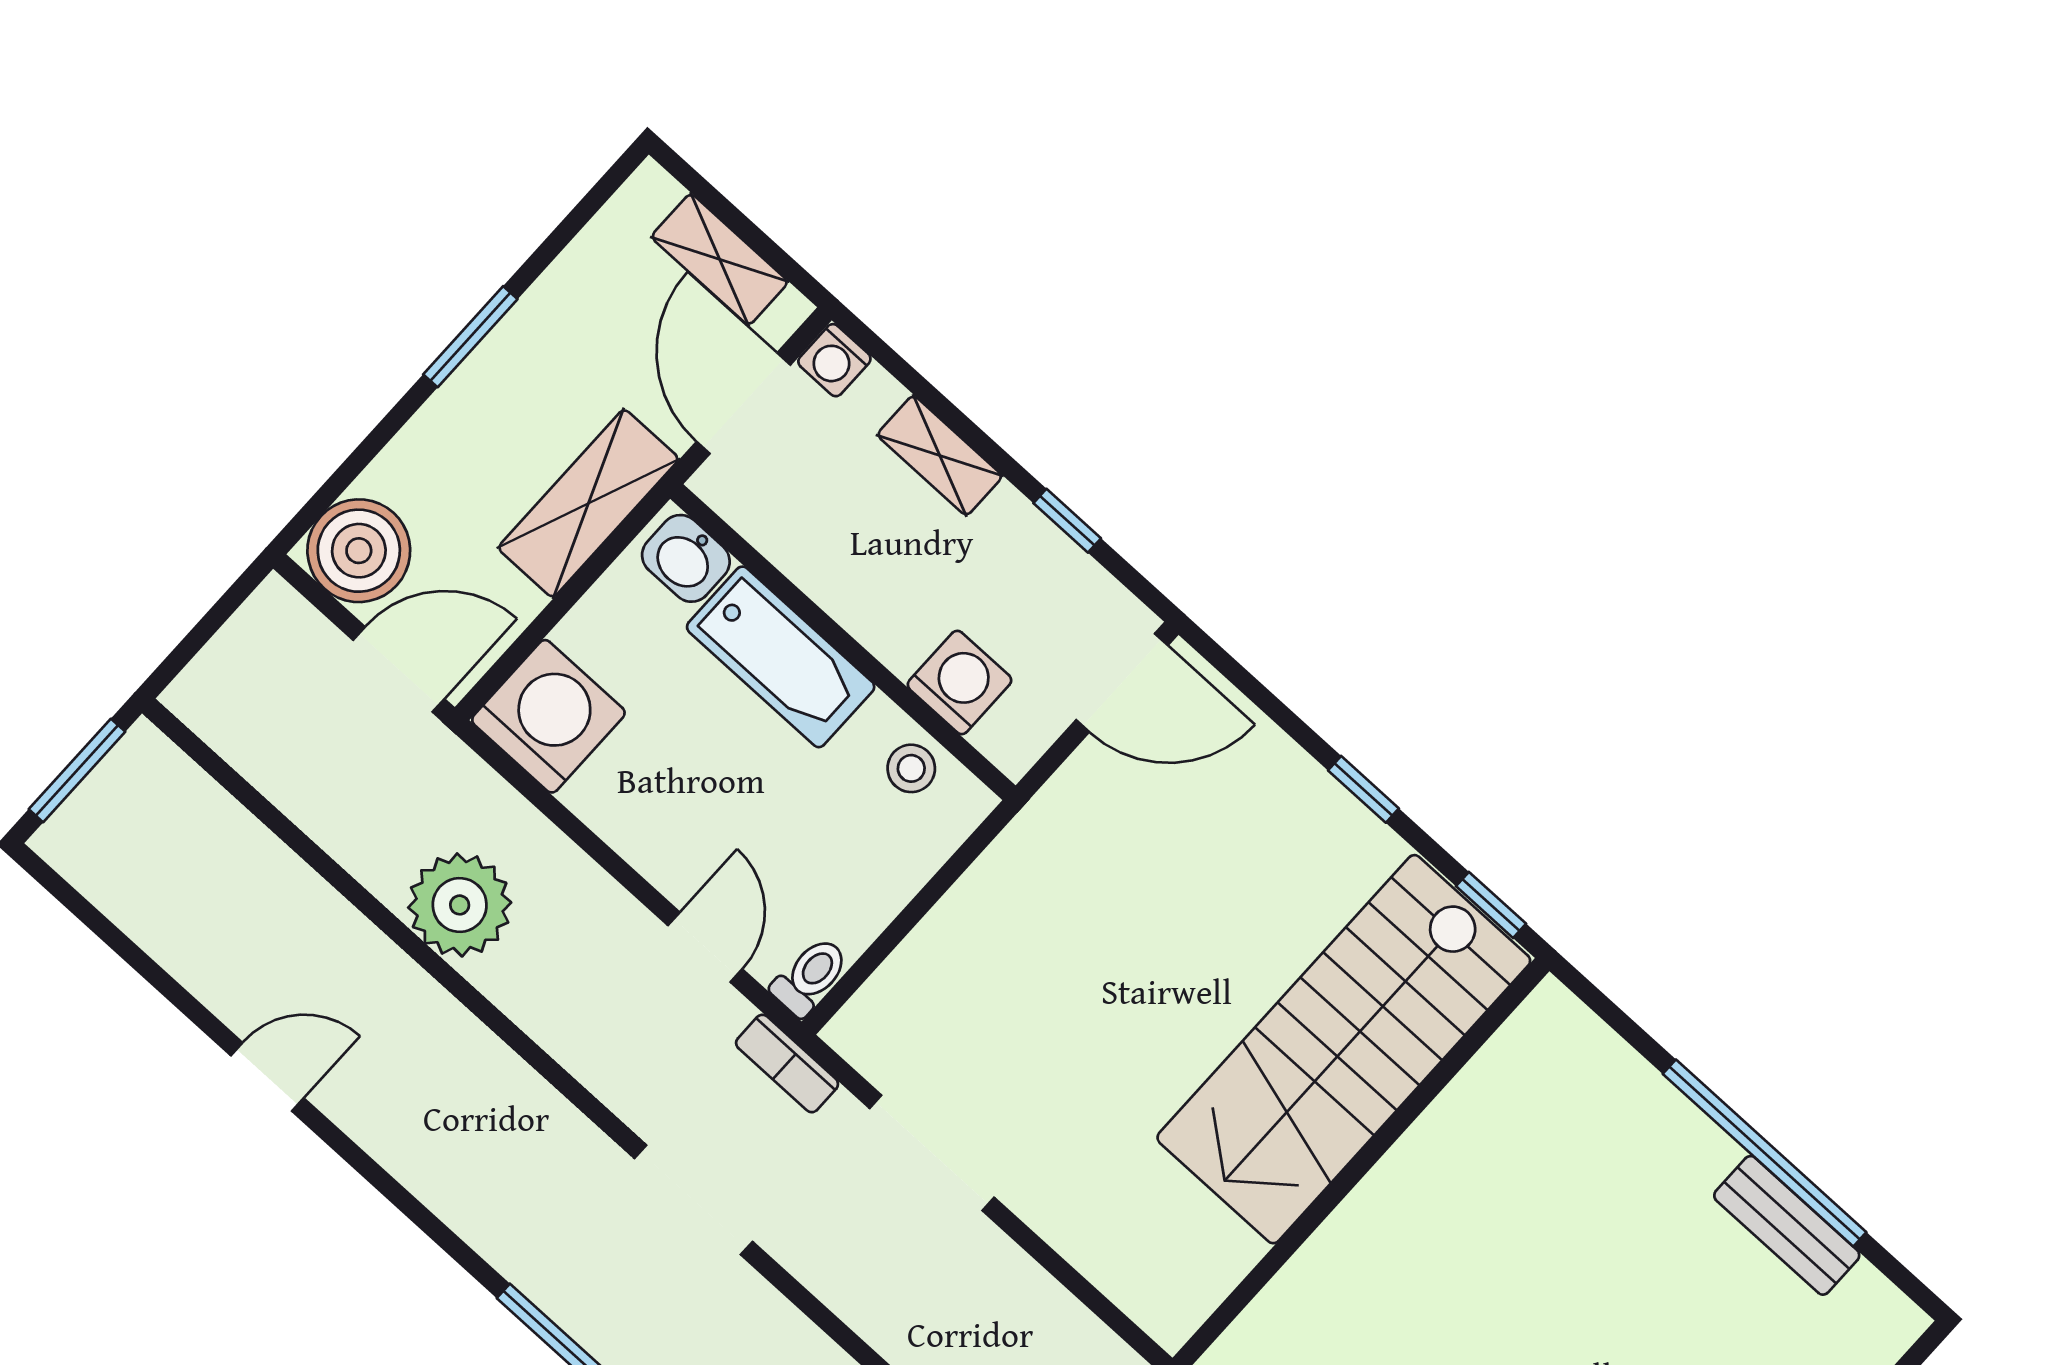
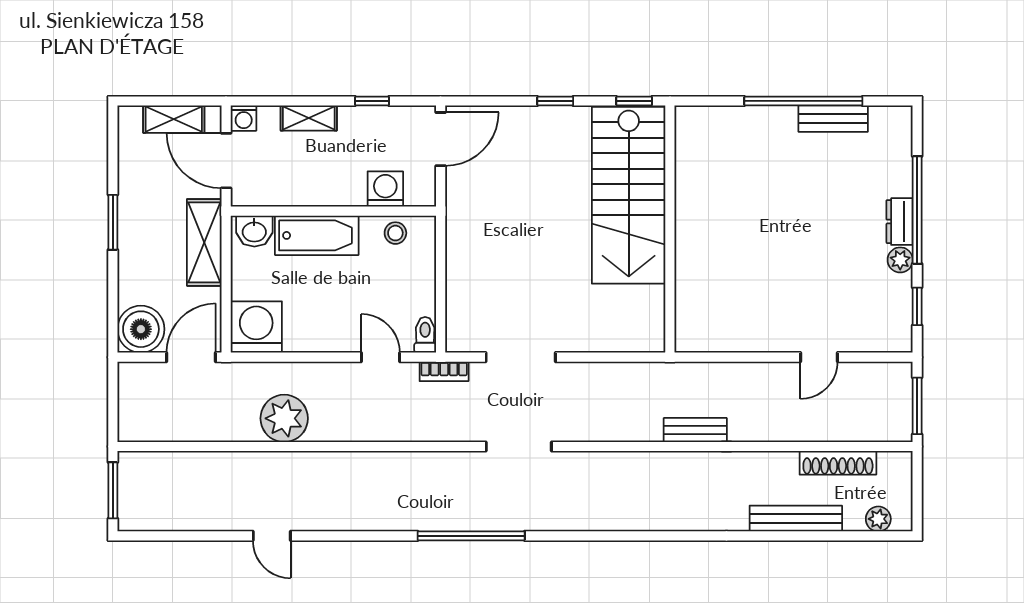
door: (267, 1077) -> (272, 536), swing flipped
doorway: (694, 1200) -> (519, 447), moved

